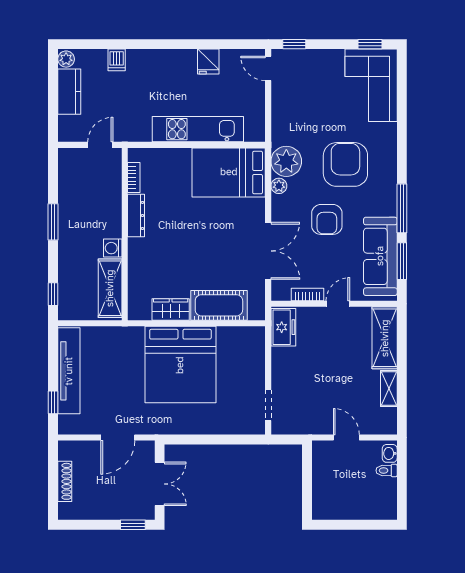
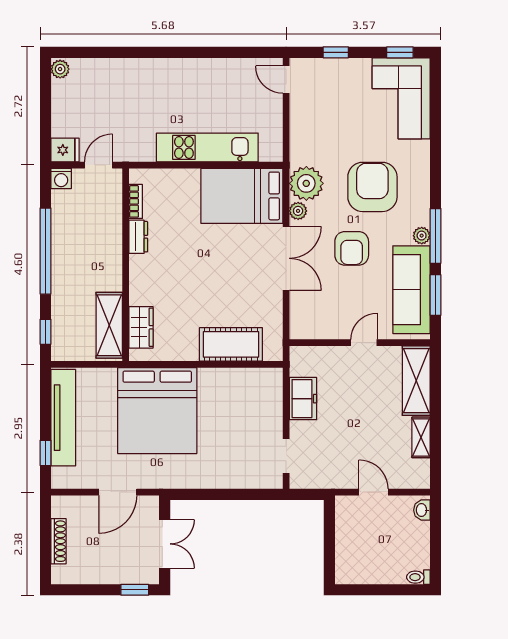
window: (294, 44) -> (336, 52), moved
dishwasher: (117, 60) -> (117, 70), removed
fridge: (208, 62) -> (65, 150), moved, turned -90
kitchen counter: (69, 92) -> (64, 105), removed
plant: (389, 208) -> (422, 236), added
dresser: (136, 215) -> (138, 237), width x0.70
window: (53, 222) -> (45, 251), width x2.11
washing machine: (113, 248) -> (61, 178), moved, turned -90
double door: (268, 251) -> (286, 258), moved
bookcase: (307, 294) -> (330, 332), removed
wardrobe: (171, 310) -> (141, 327), moved, turned 90
freezer: (283, 327) -> (303, 399), moved
bed: (180, 365) -> (157, 411), moved
toilet: (387, 470) -> (418, 577), moved

